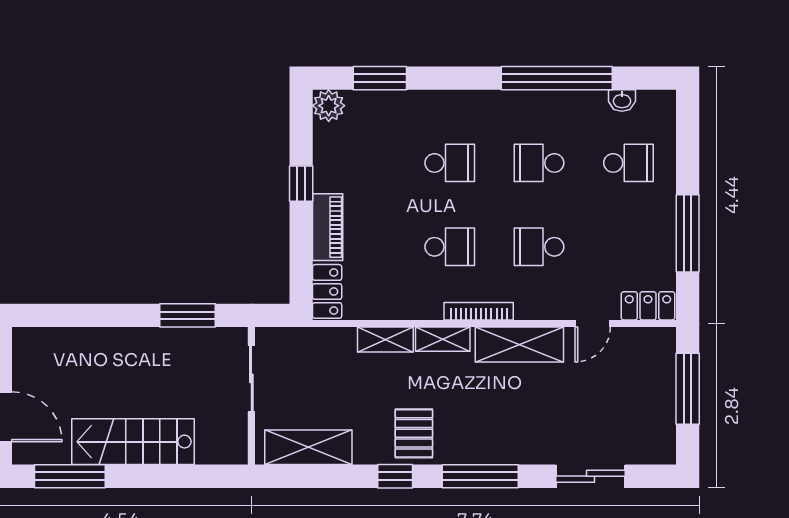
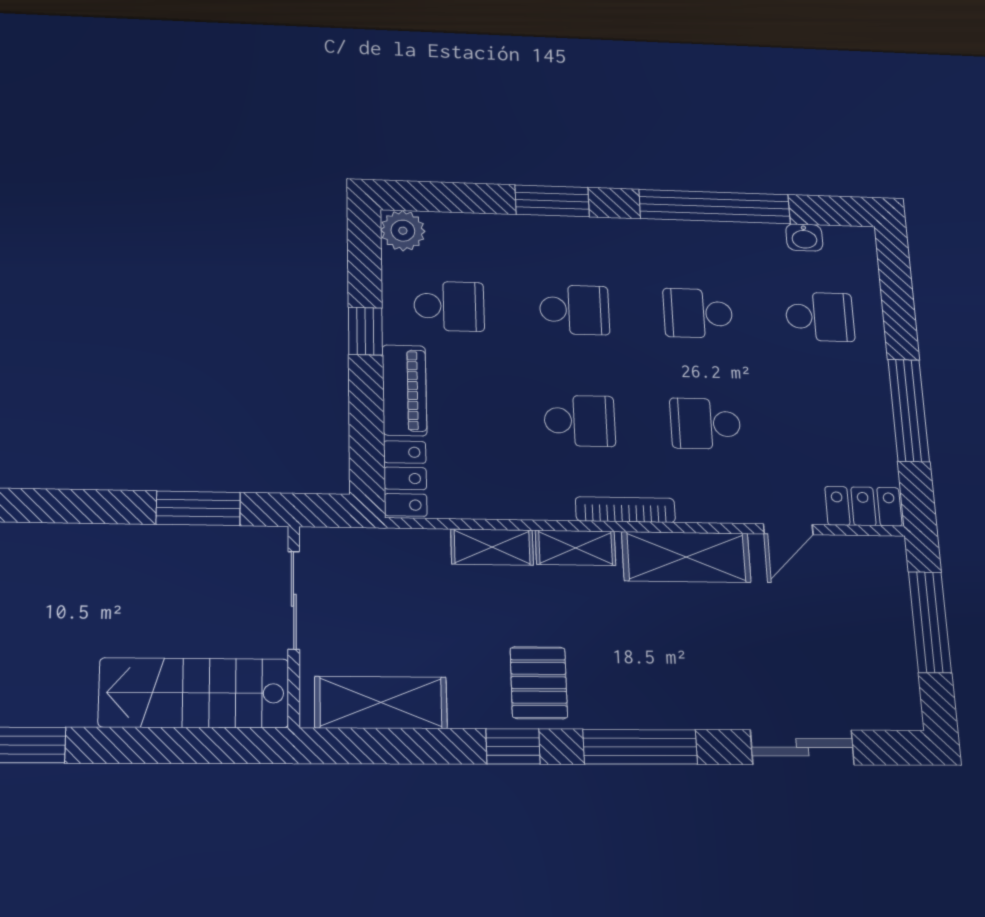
window: (380, 78) -> (552, 201), moved
school desk: (360, 163) -> (449, 306), added
stairs: (133, 442) -> (194, 693), moved

